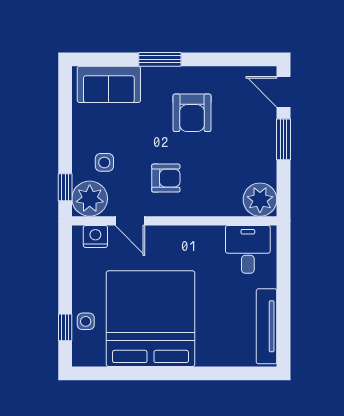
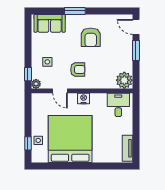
plant: (90, 199) -> (36, 84), width x0.53, depth x0.53
nightstand: (95, 236) -> (84, 98), moved
tv unit: (267, 326) -> (128, 148), width x0.71

